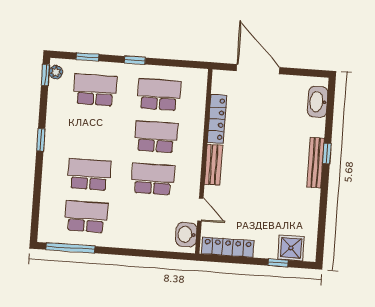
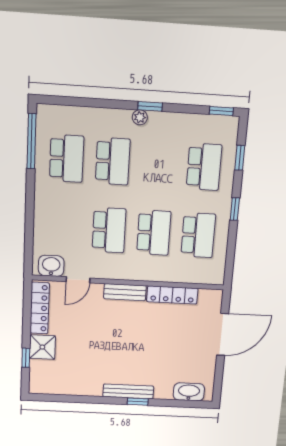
plant: (56, 72) -> (140, 117), moved
shower: (291, 248) -> (42, 347), moved

